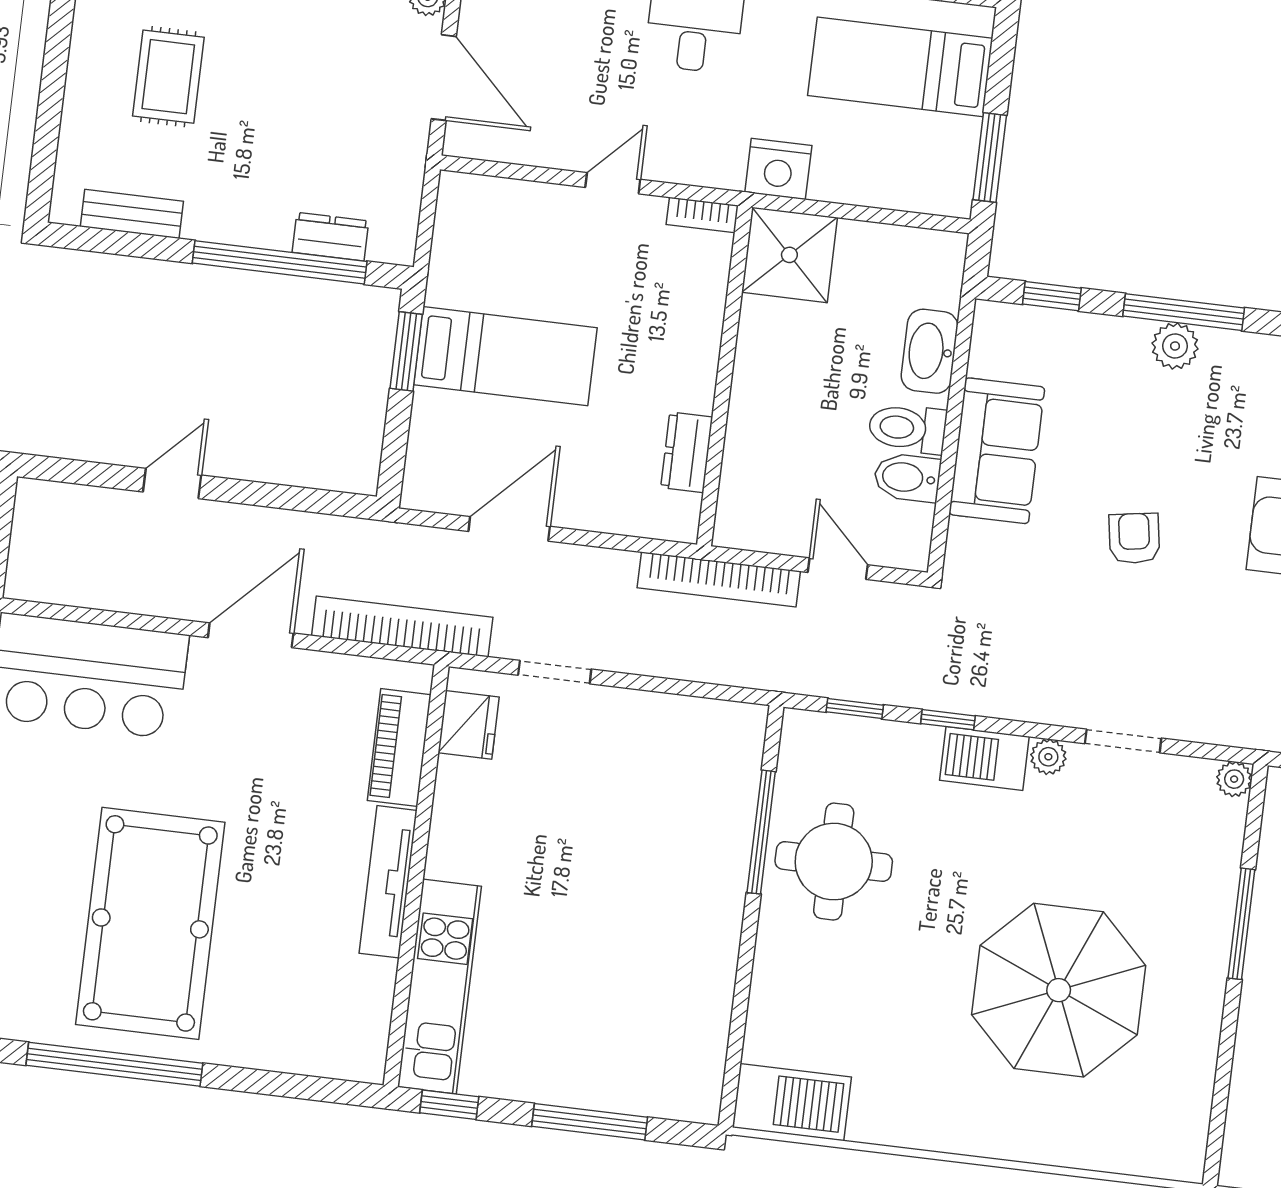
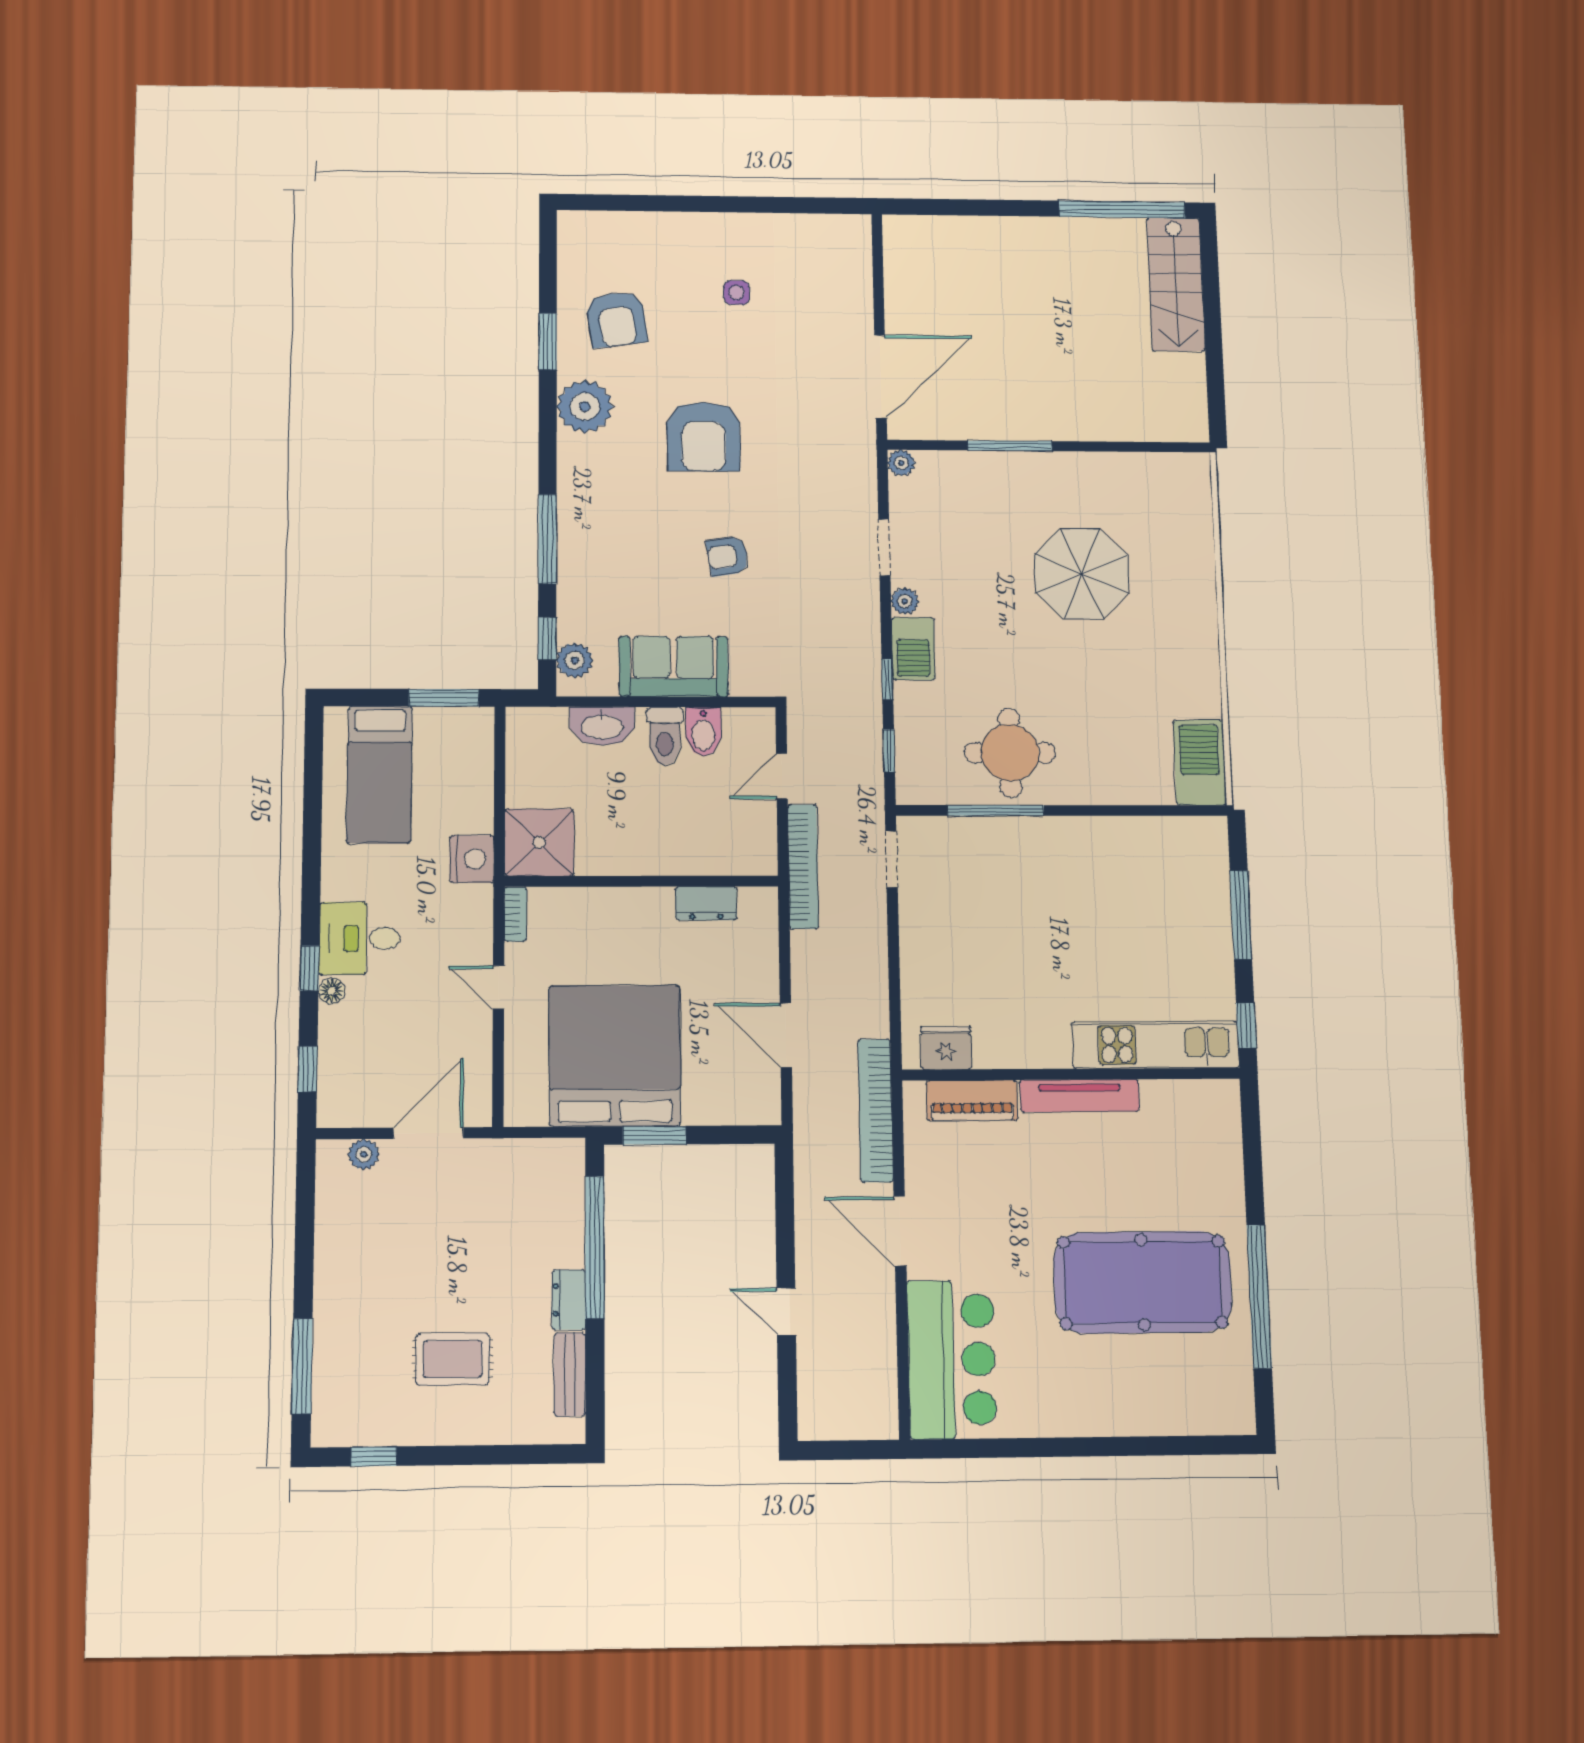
dresser: (330, 237) -> (569, 1300), moved
plant: (1175, 346) -> (575, 660), moved
bed: (505, 356) -> (615, 1056), width x2.04
doorway: (555, 672) -> (891, 859), moved
parasol: (1059, 990) -> (1082, 574), width x0.73, depth x0.73

